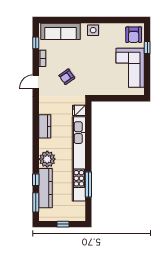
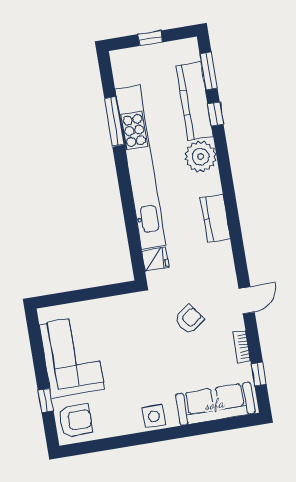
armchair: (134, 35) -> (75, 420), turned 90

